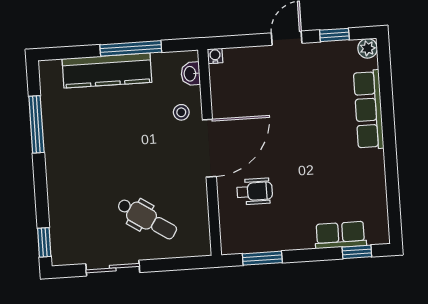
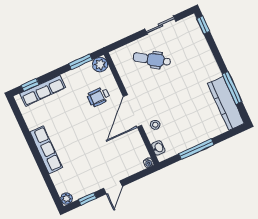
kitchen counter: (107, 71) -> (226, 103), moved, turned -90
row of seats: (369, 110) -> (46, 150), moved
row of seats: (340, 235) -> (43, 91), width x1.48
plant: (233, 242) -> (100, 65), added

